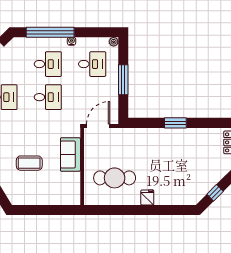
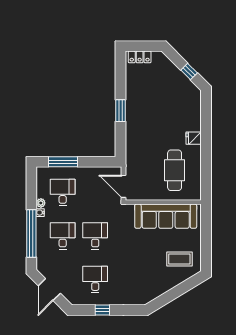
plant: (114, 42) -> (41, 203), moved
window: (123, 80) -> (63, 162), moved
sofa: (70, 154) -> (166, 216), width x1.85, depth x1.27
coffee table: (29, 163) -> (179, 259), moved, turned 90

